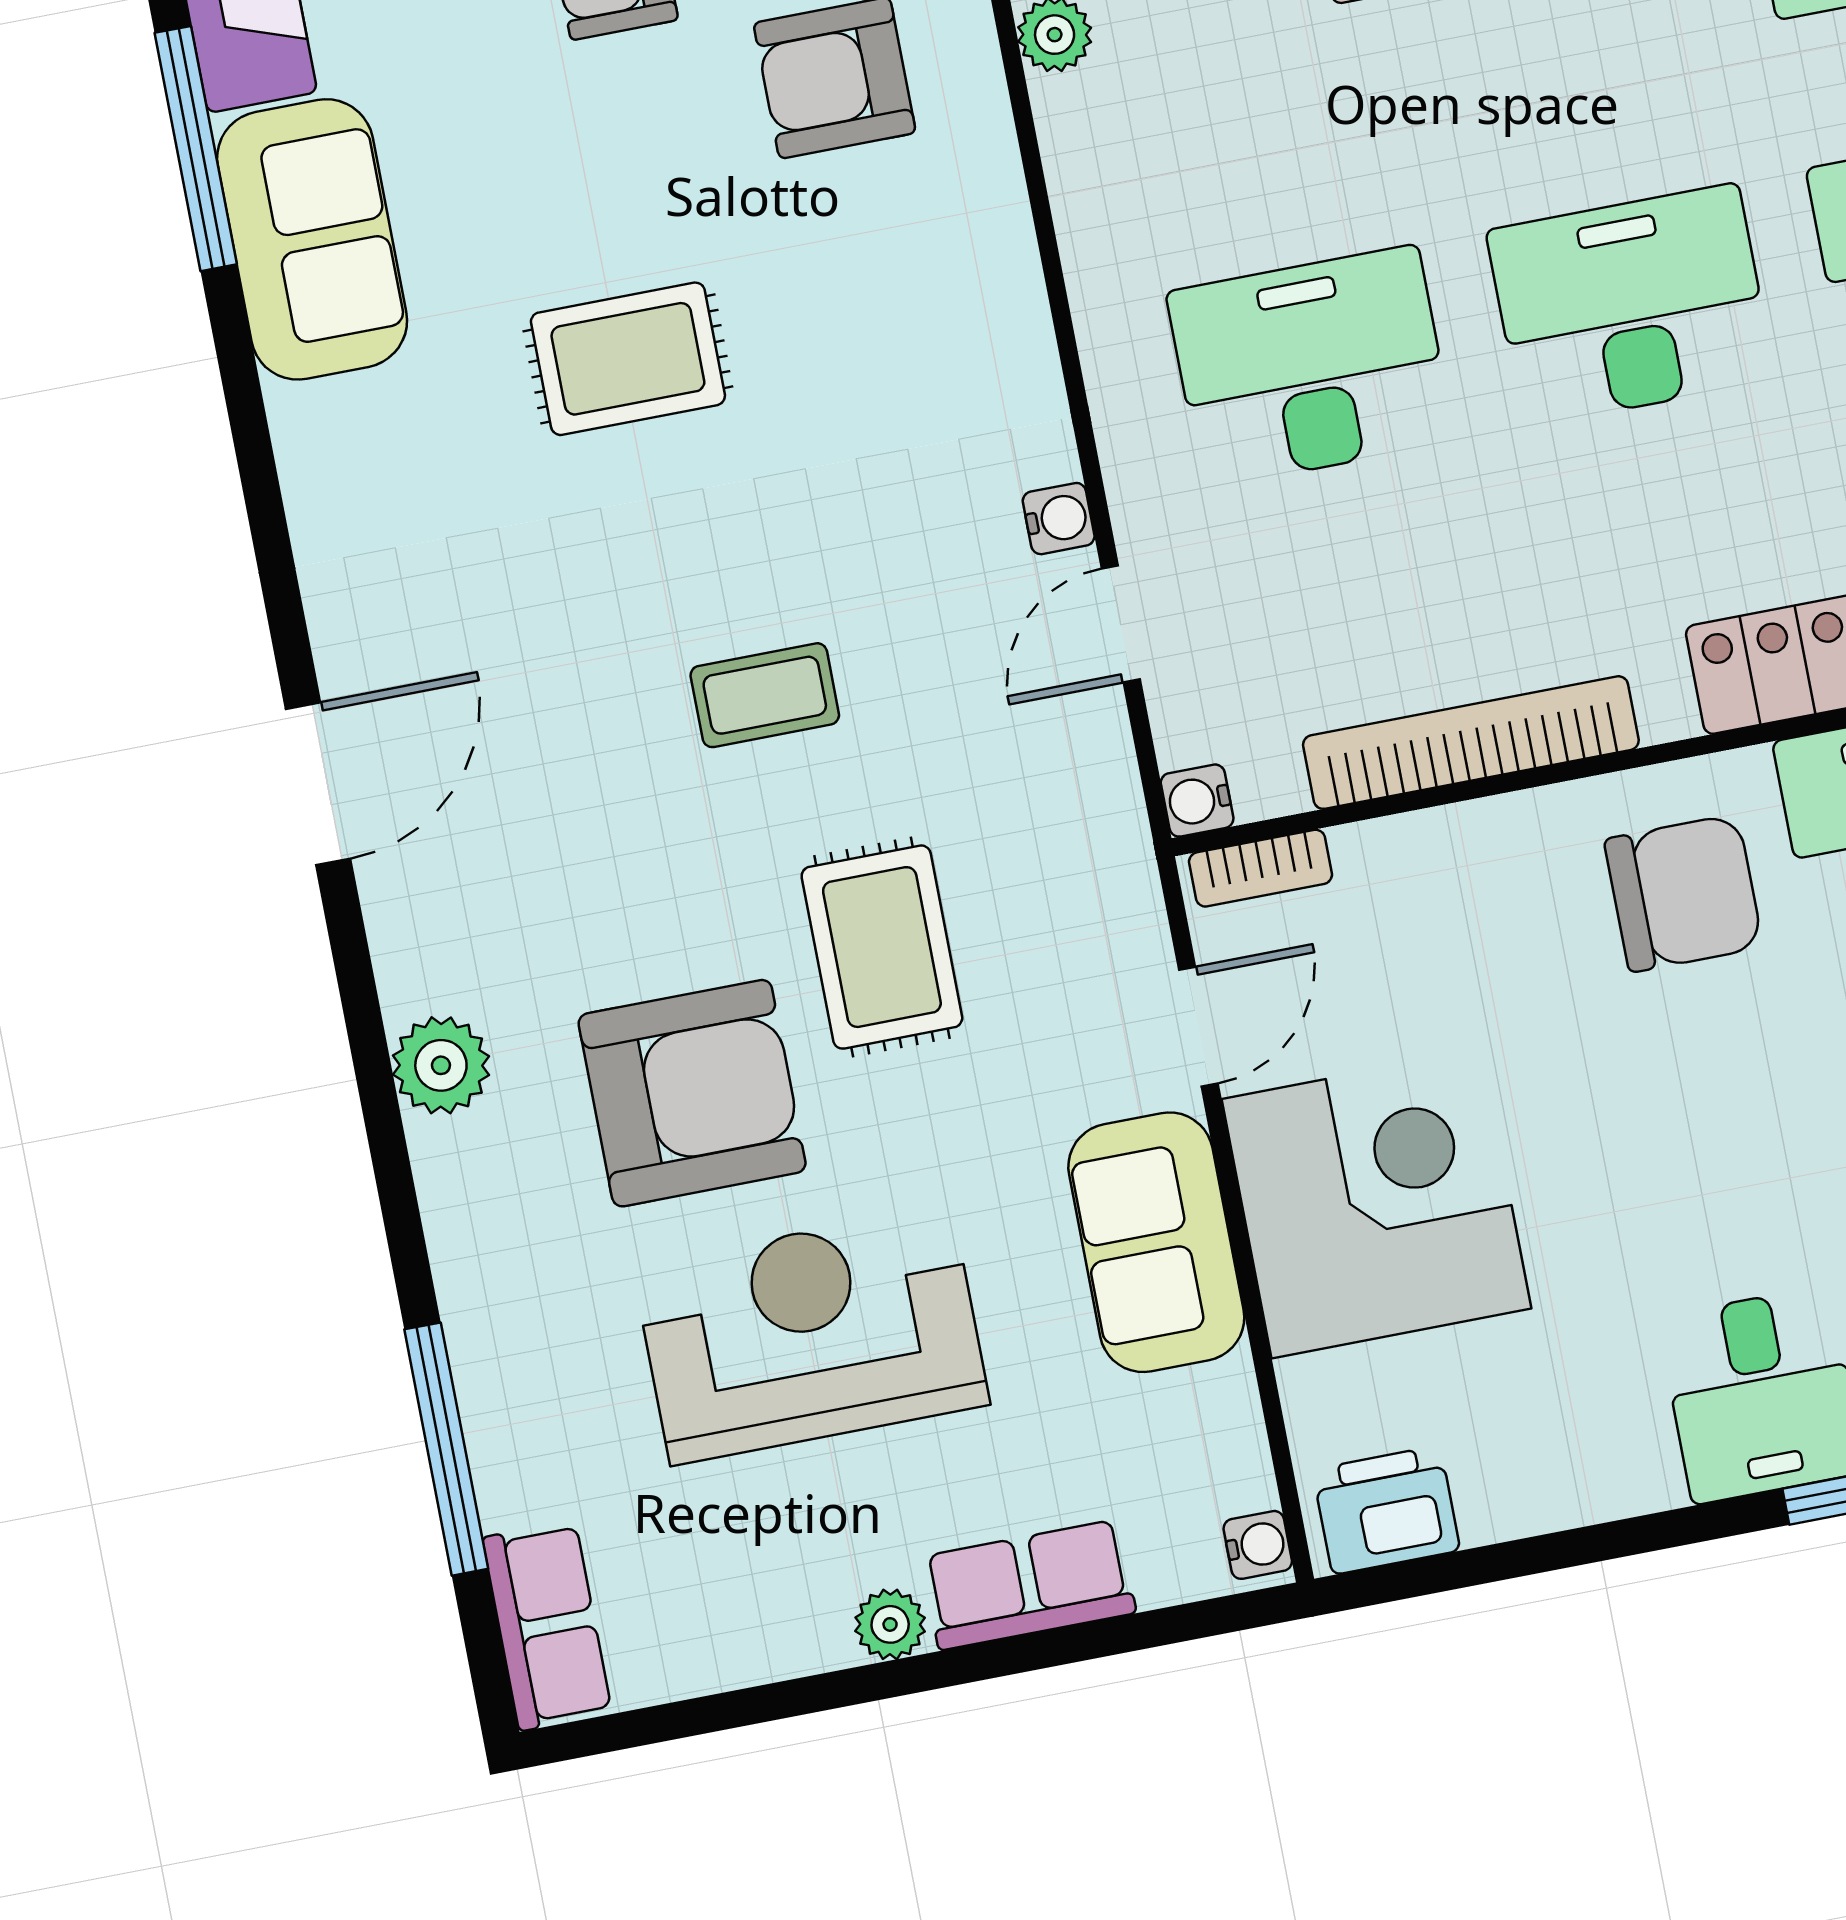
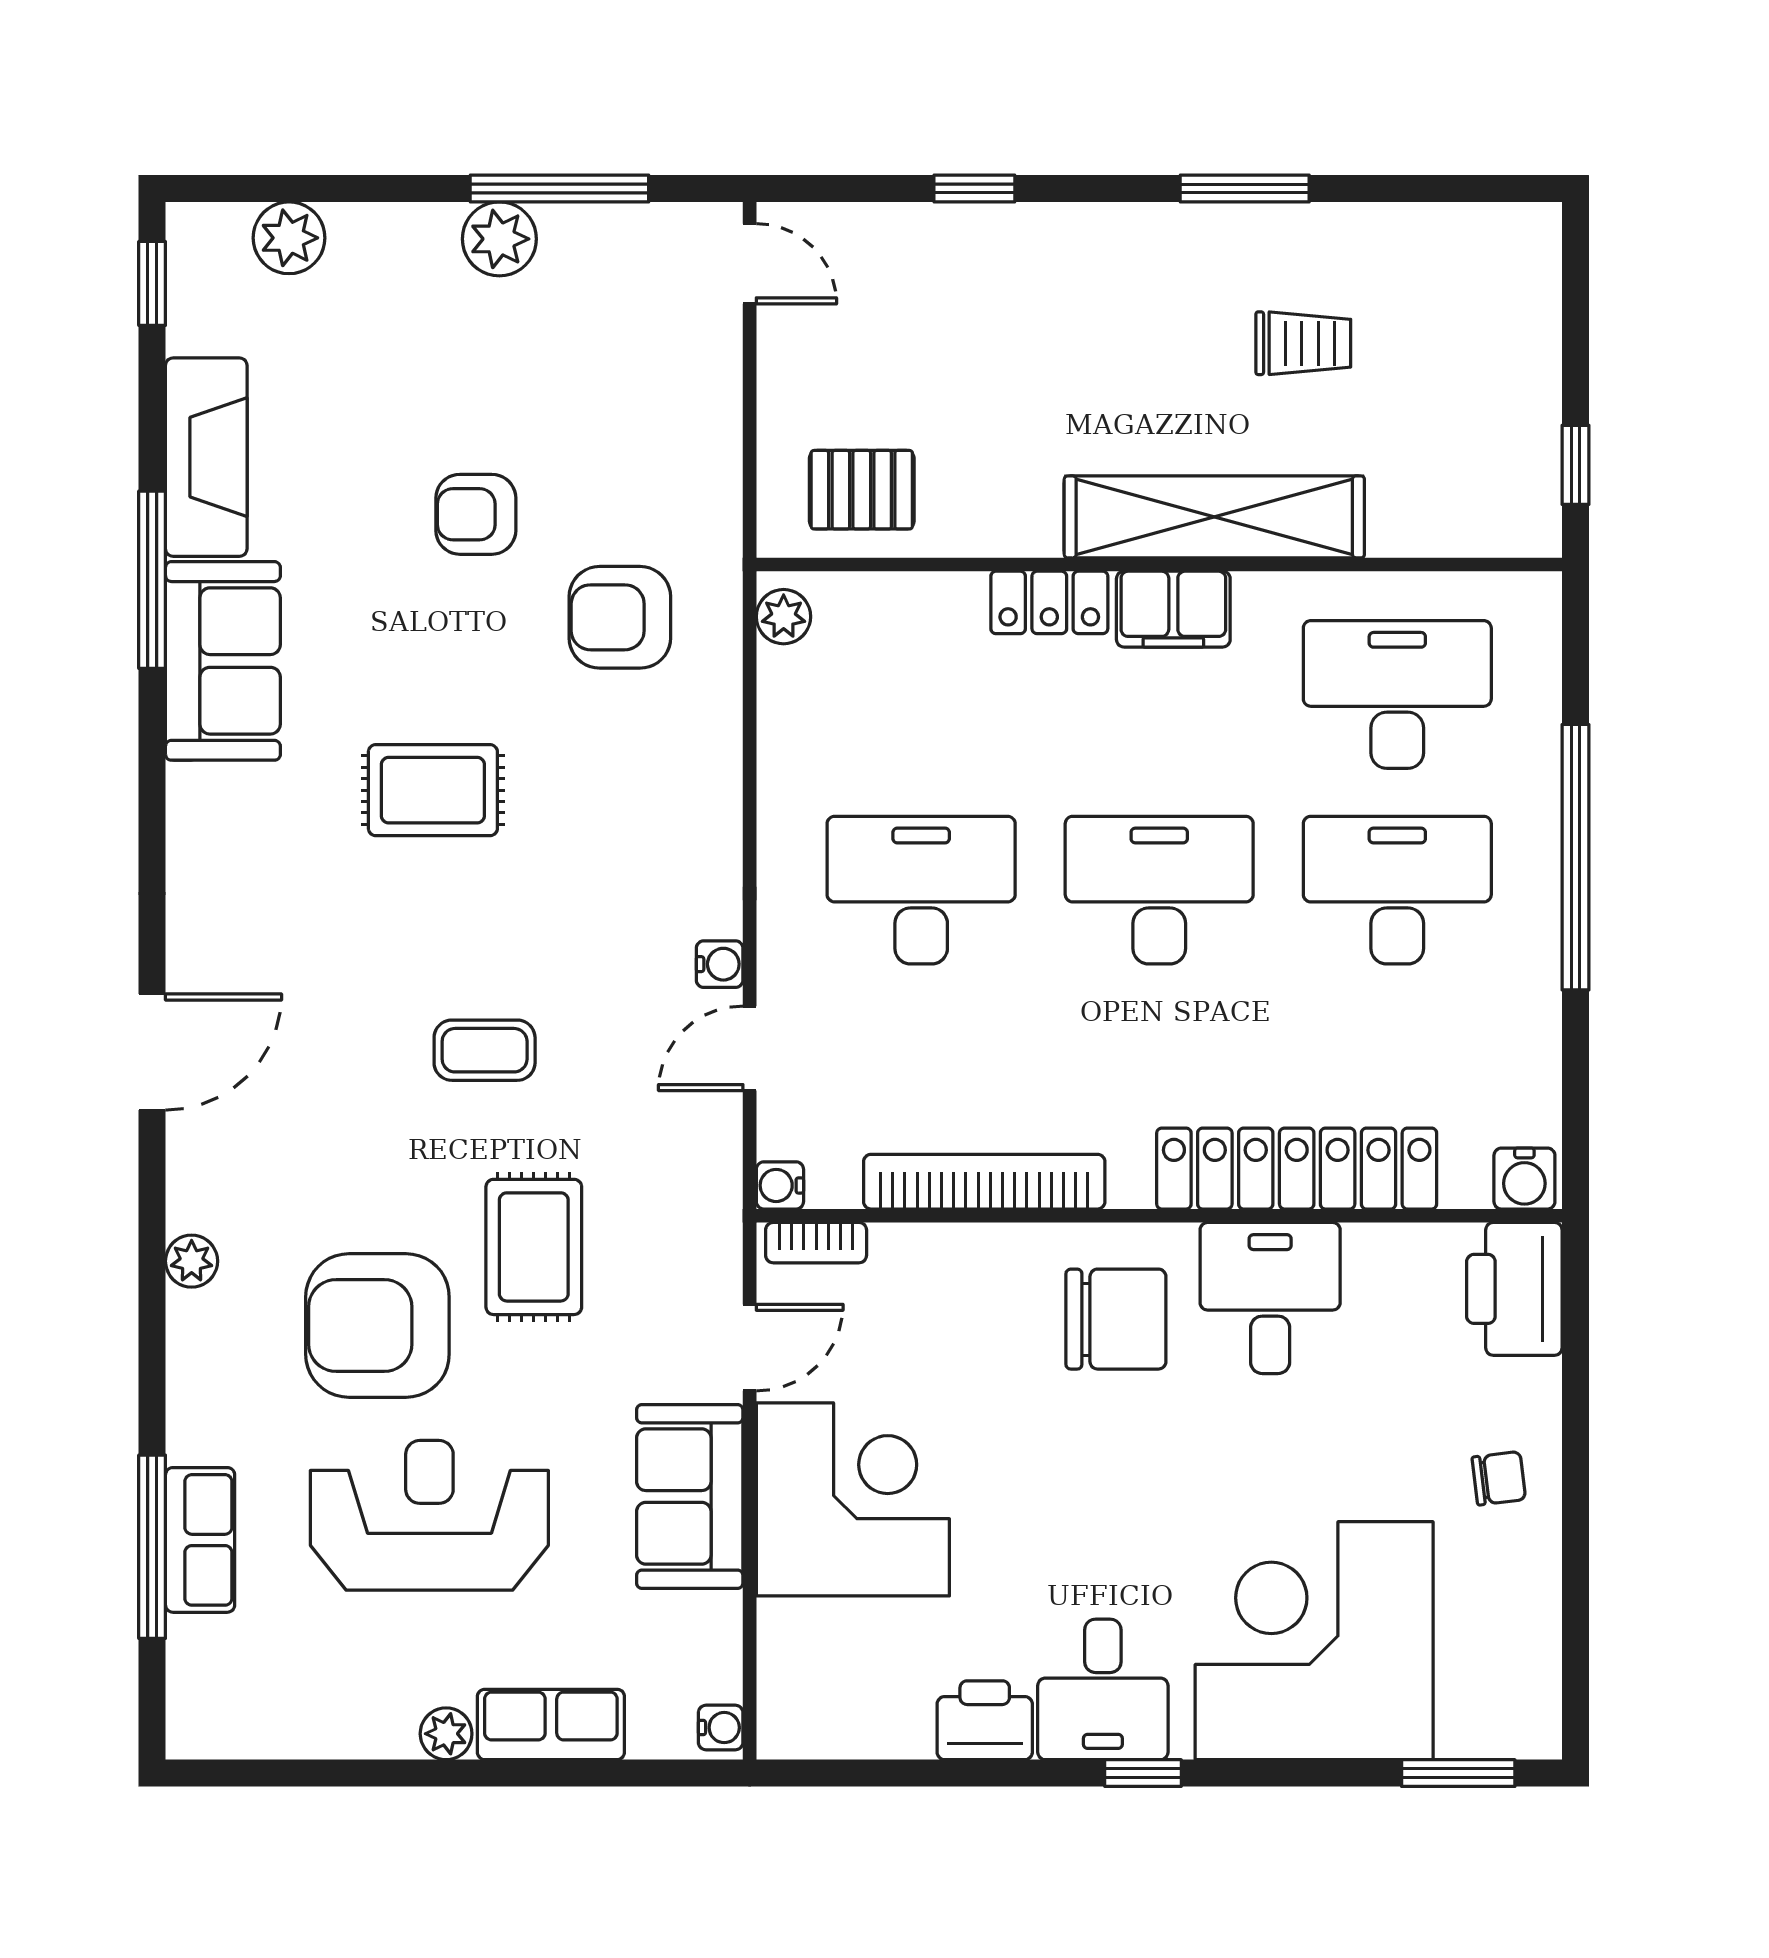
plant: (441, 1065) -> (192, 1261), width x0.73, depth x0.73
armchair: (692, 1093) -> (377, 1326), turned 180
printer: (1386, 1510) -> (985, 1720), moved
row of seats: (547, 1626) -> (200, 1540), moved

